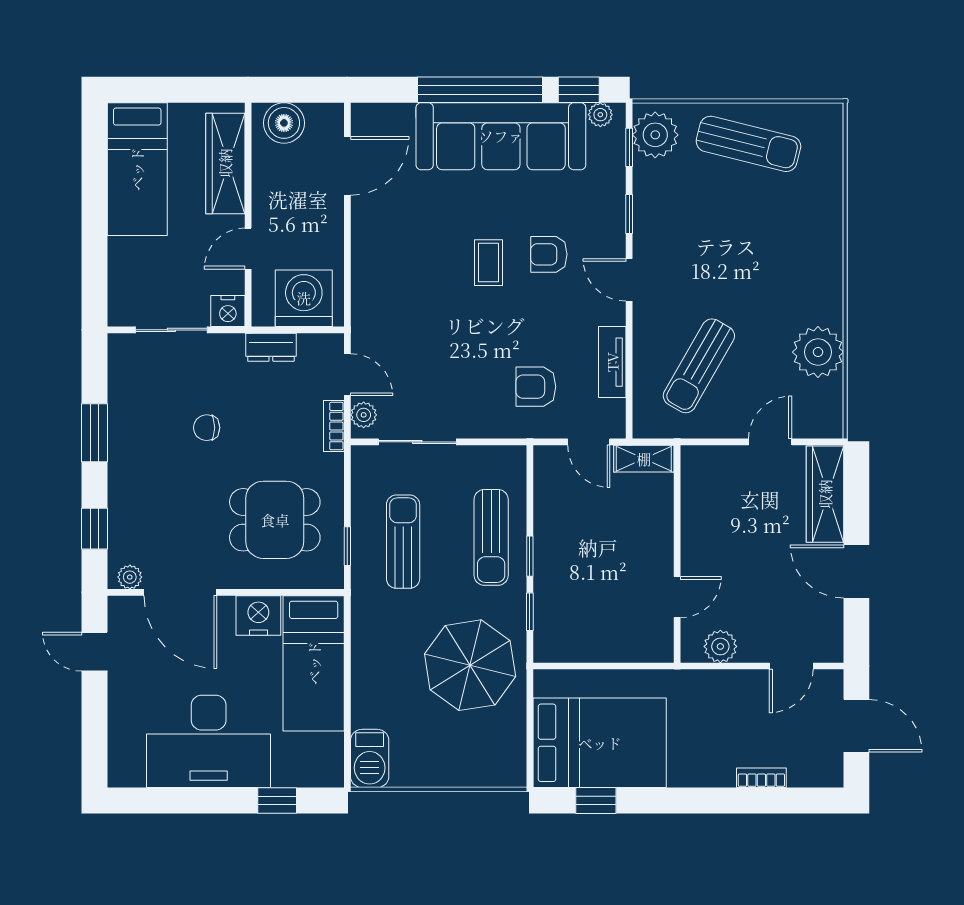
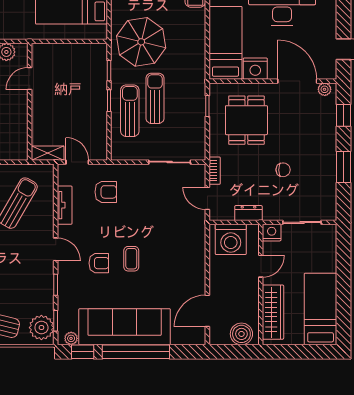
plant: (364, 415) -> (199, 177), removed
dining table: (275, 520) -> (246, 120), turned 90
sun lounger: (403, 542) -> (155, 98), moved, turned 180

